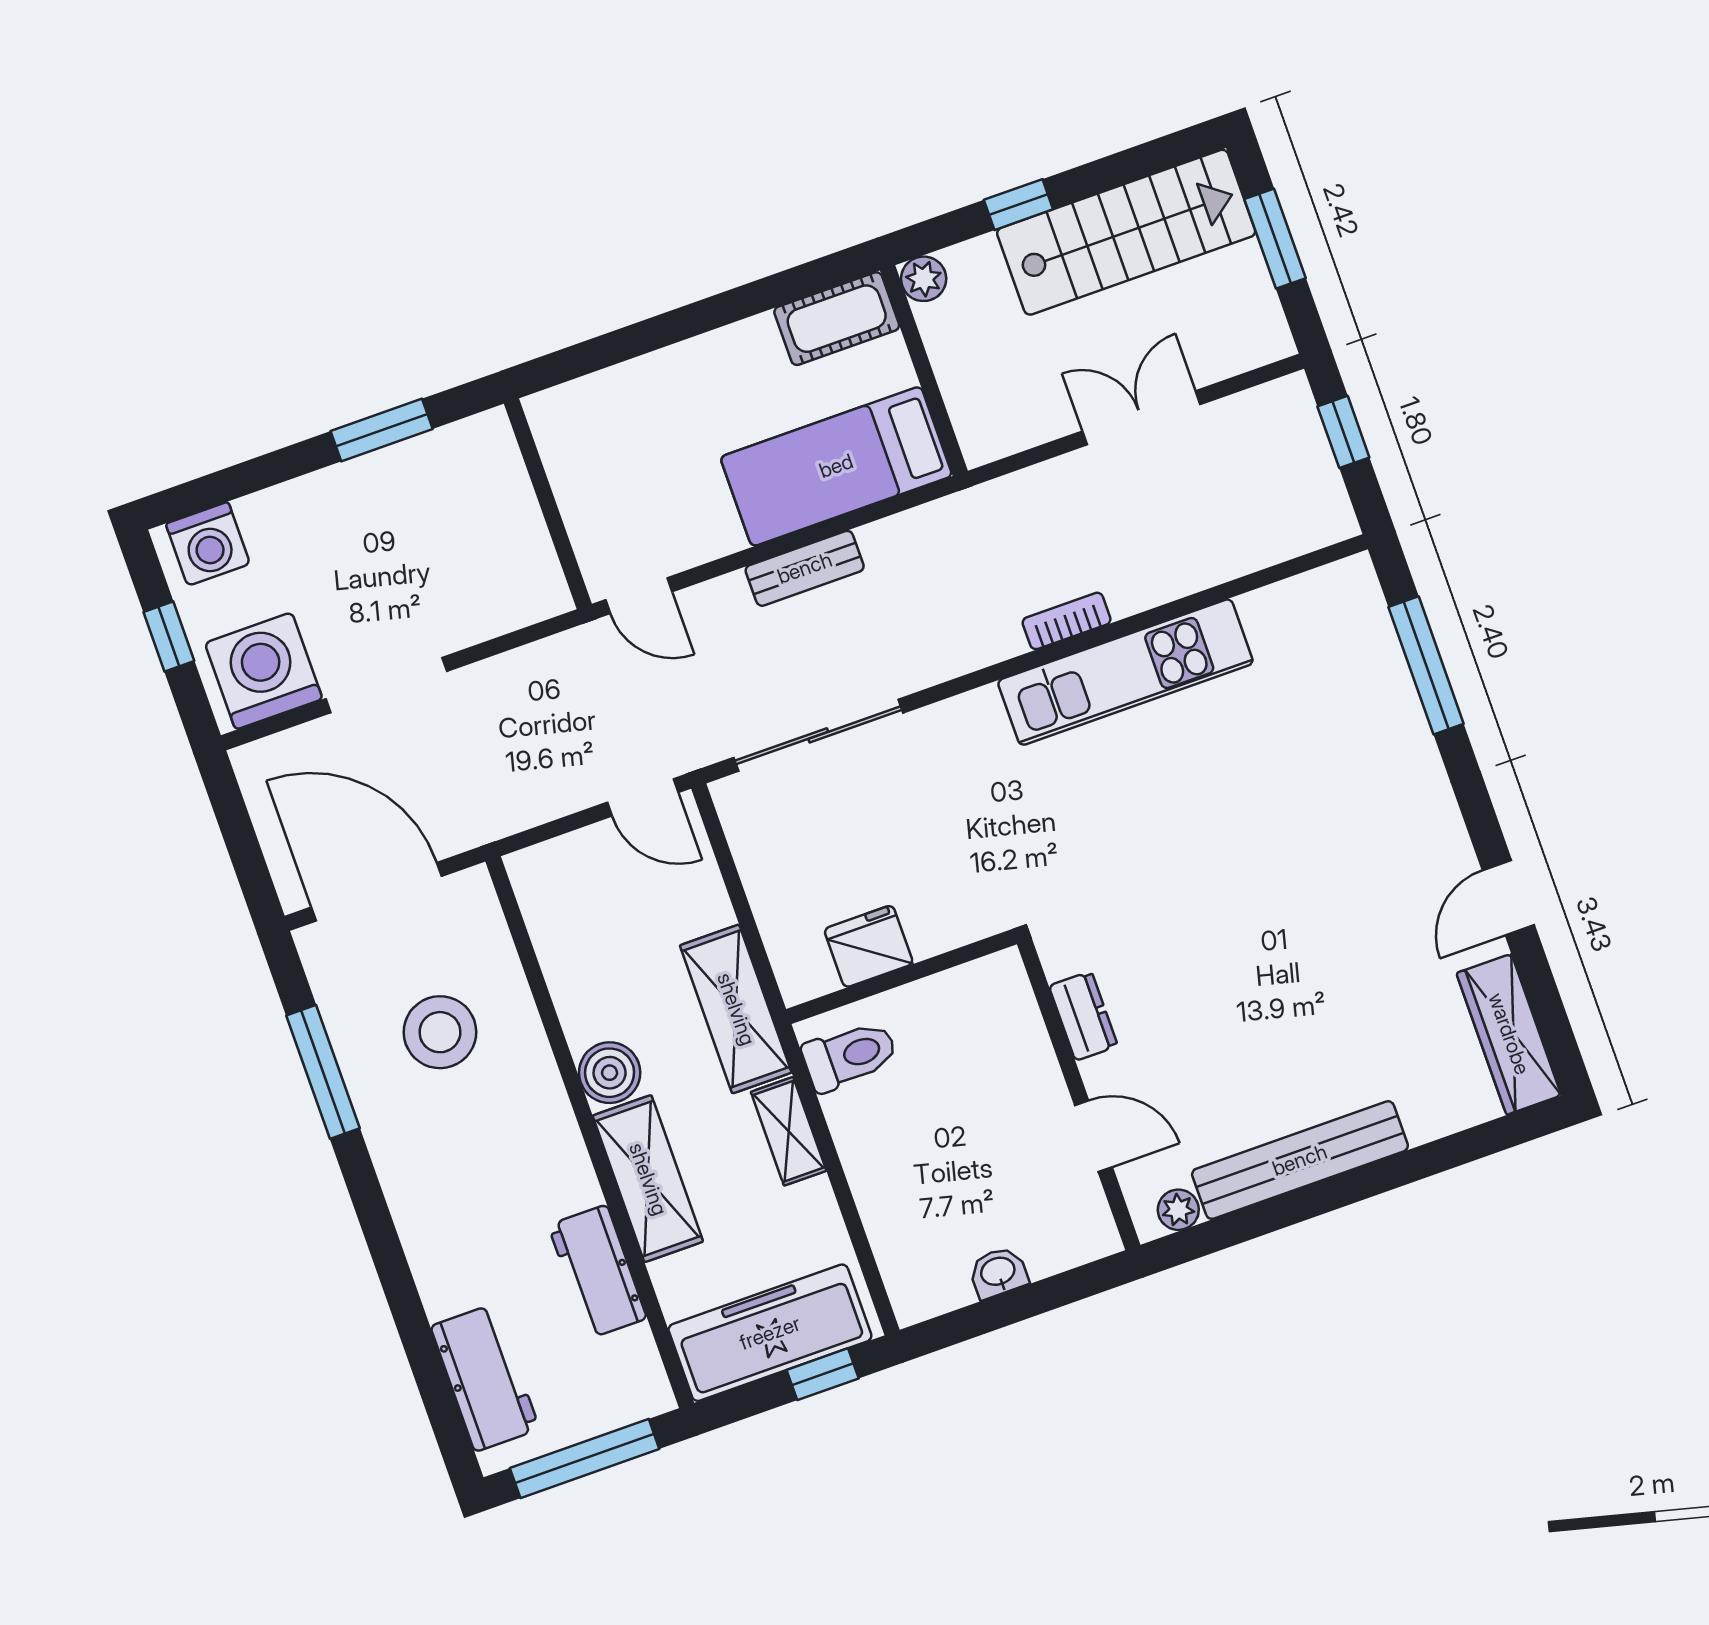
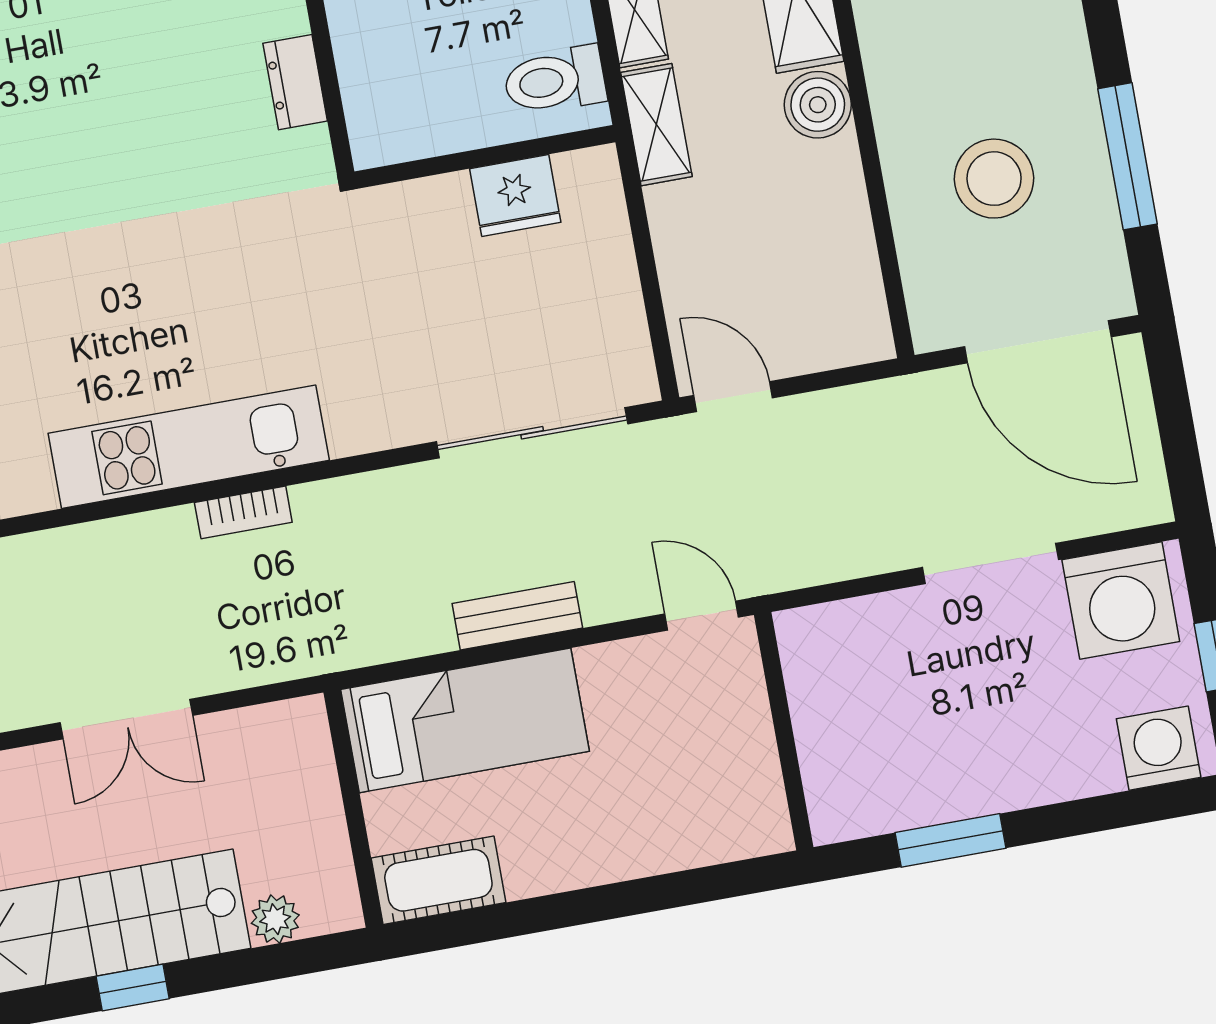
window: (1018, 205) -> (133, 987), moved
plant: (924, 279) -> (275, 919), moved
shelving: (736, 1009) -> (656, 125), width x0.67, depth x0.75

